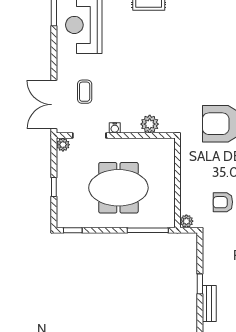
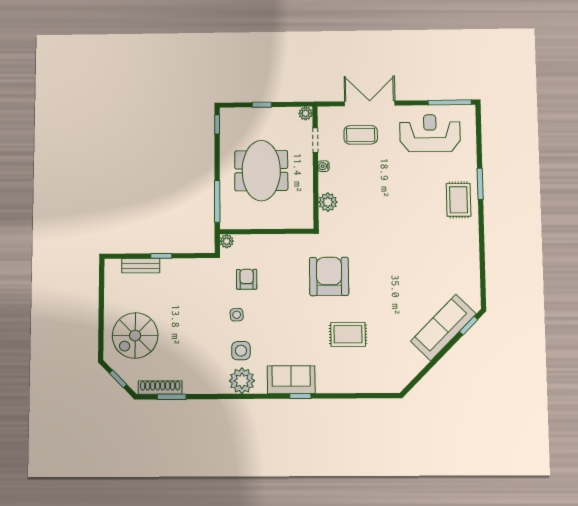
coffee table: (85, 92) -> (361, 135), width x1.36, depth x1.30
double door: (54, 105) -> (370, 103), moved
doorway: (89, 136) -> (315, 140), width x0.73

